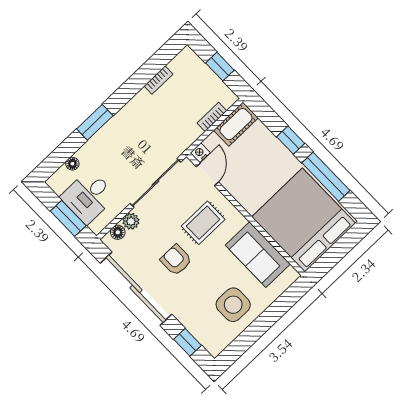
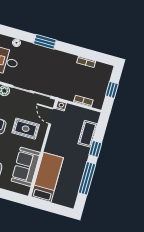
cot: (236, 124) -> (88, 134), moved, turned 90
door: (207, 174) -> (52, 116), swing flipped
bed: (304, 220) -> (47, 177), width x0.49

